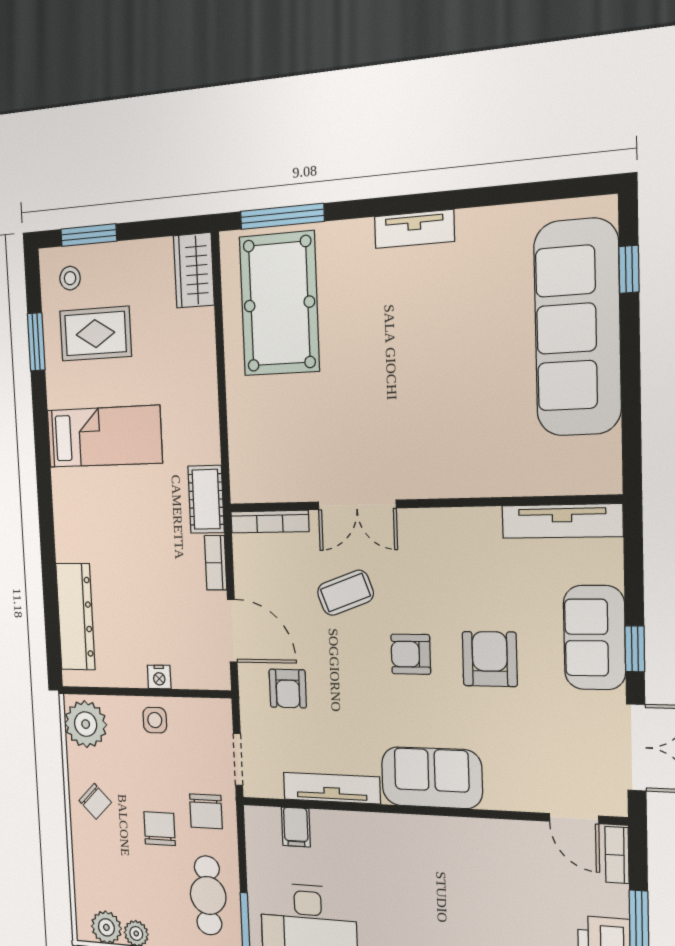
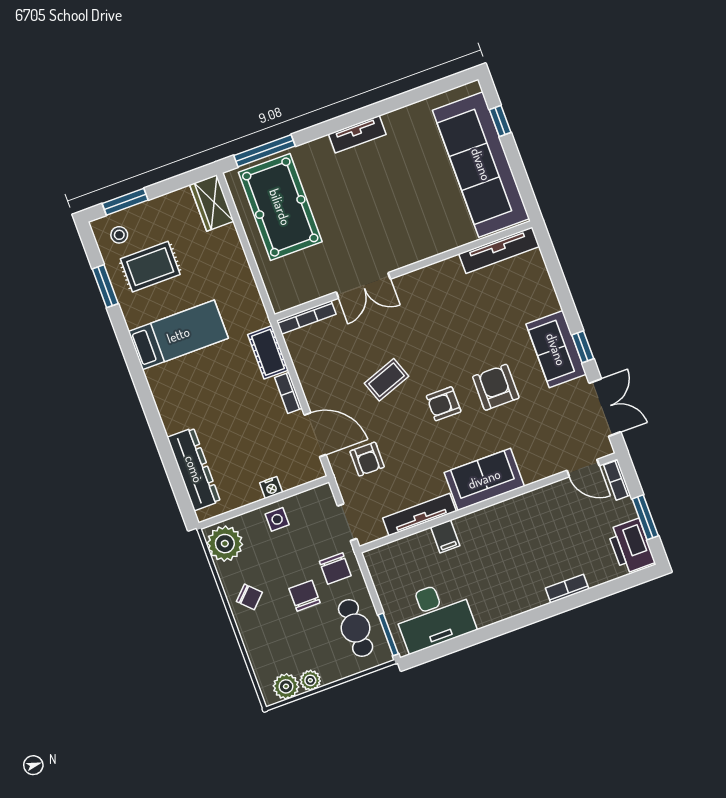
wall: (417, 503) -> (403, 271), moved
double door: (357, 505) -> (363, 286), moved
tv unit: (562, 521) -> (499, 250), moved
bookcase: (270, 522) -> (306, 317), moved
filing cabinet: (296, 827) -> (445, 536), moved

